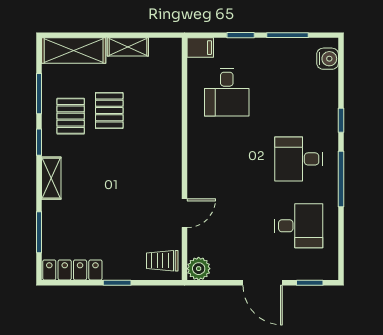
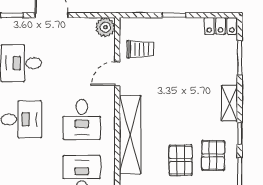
shelving: (169, 141) -> (130, 135), added
desk: (227, 159) -> (82, 119), added
trolley: (162, 261) -> (140, 49), moved
locker: (72, 270) -> (221, 26), width x0.66

